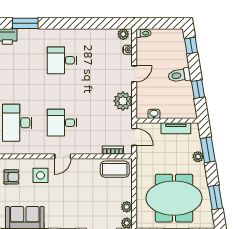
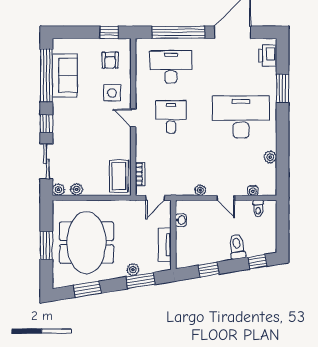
window: (25, 23) -> (282, 89), moved
toilet: (144, 33) -> (258, 208), moved
plant: (123, 34) -> (270, 157), moved
desk: (62, 60) -> (241, 117), width x1.87, depth x1.30
toilet: (179, 75) -> (237, 247), moved
plant: (123, 101) -> (200, 190), width x0.53, depth x0.53

